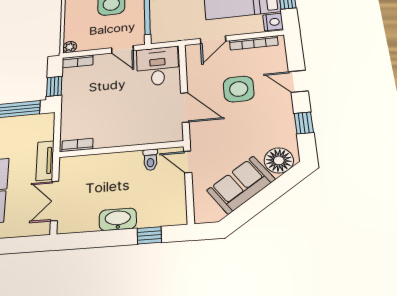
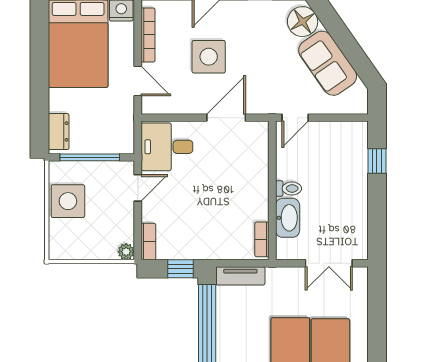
toilet: (150, 160) -> (288, 188), moved
tv unit: (45, 161) -> (240, 276), moved
washbasin: (118, 219) -> (288, 218), moved, turned 180

